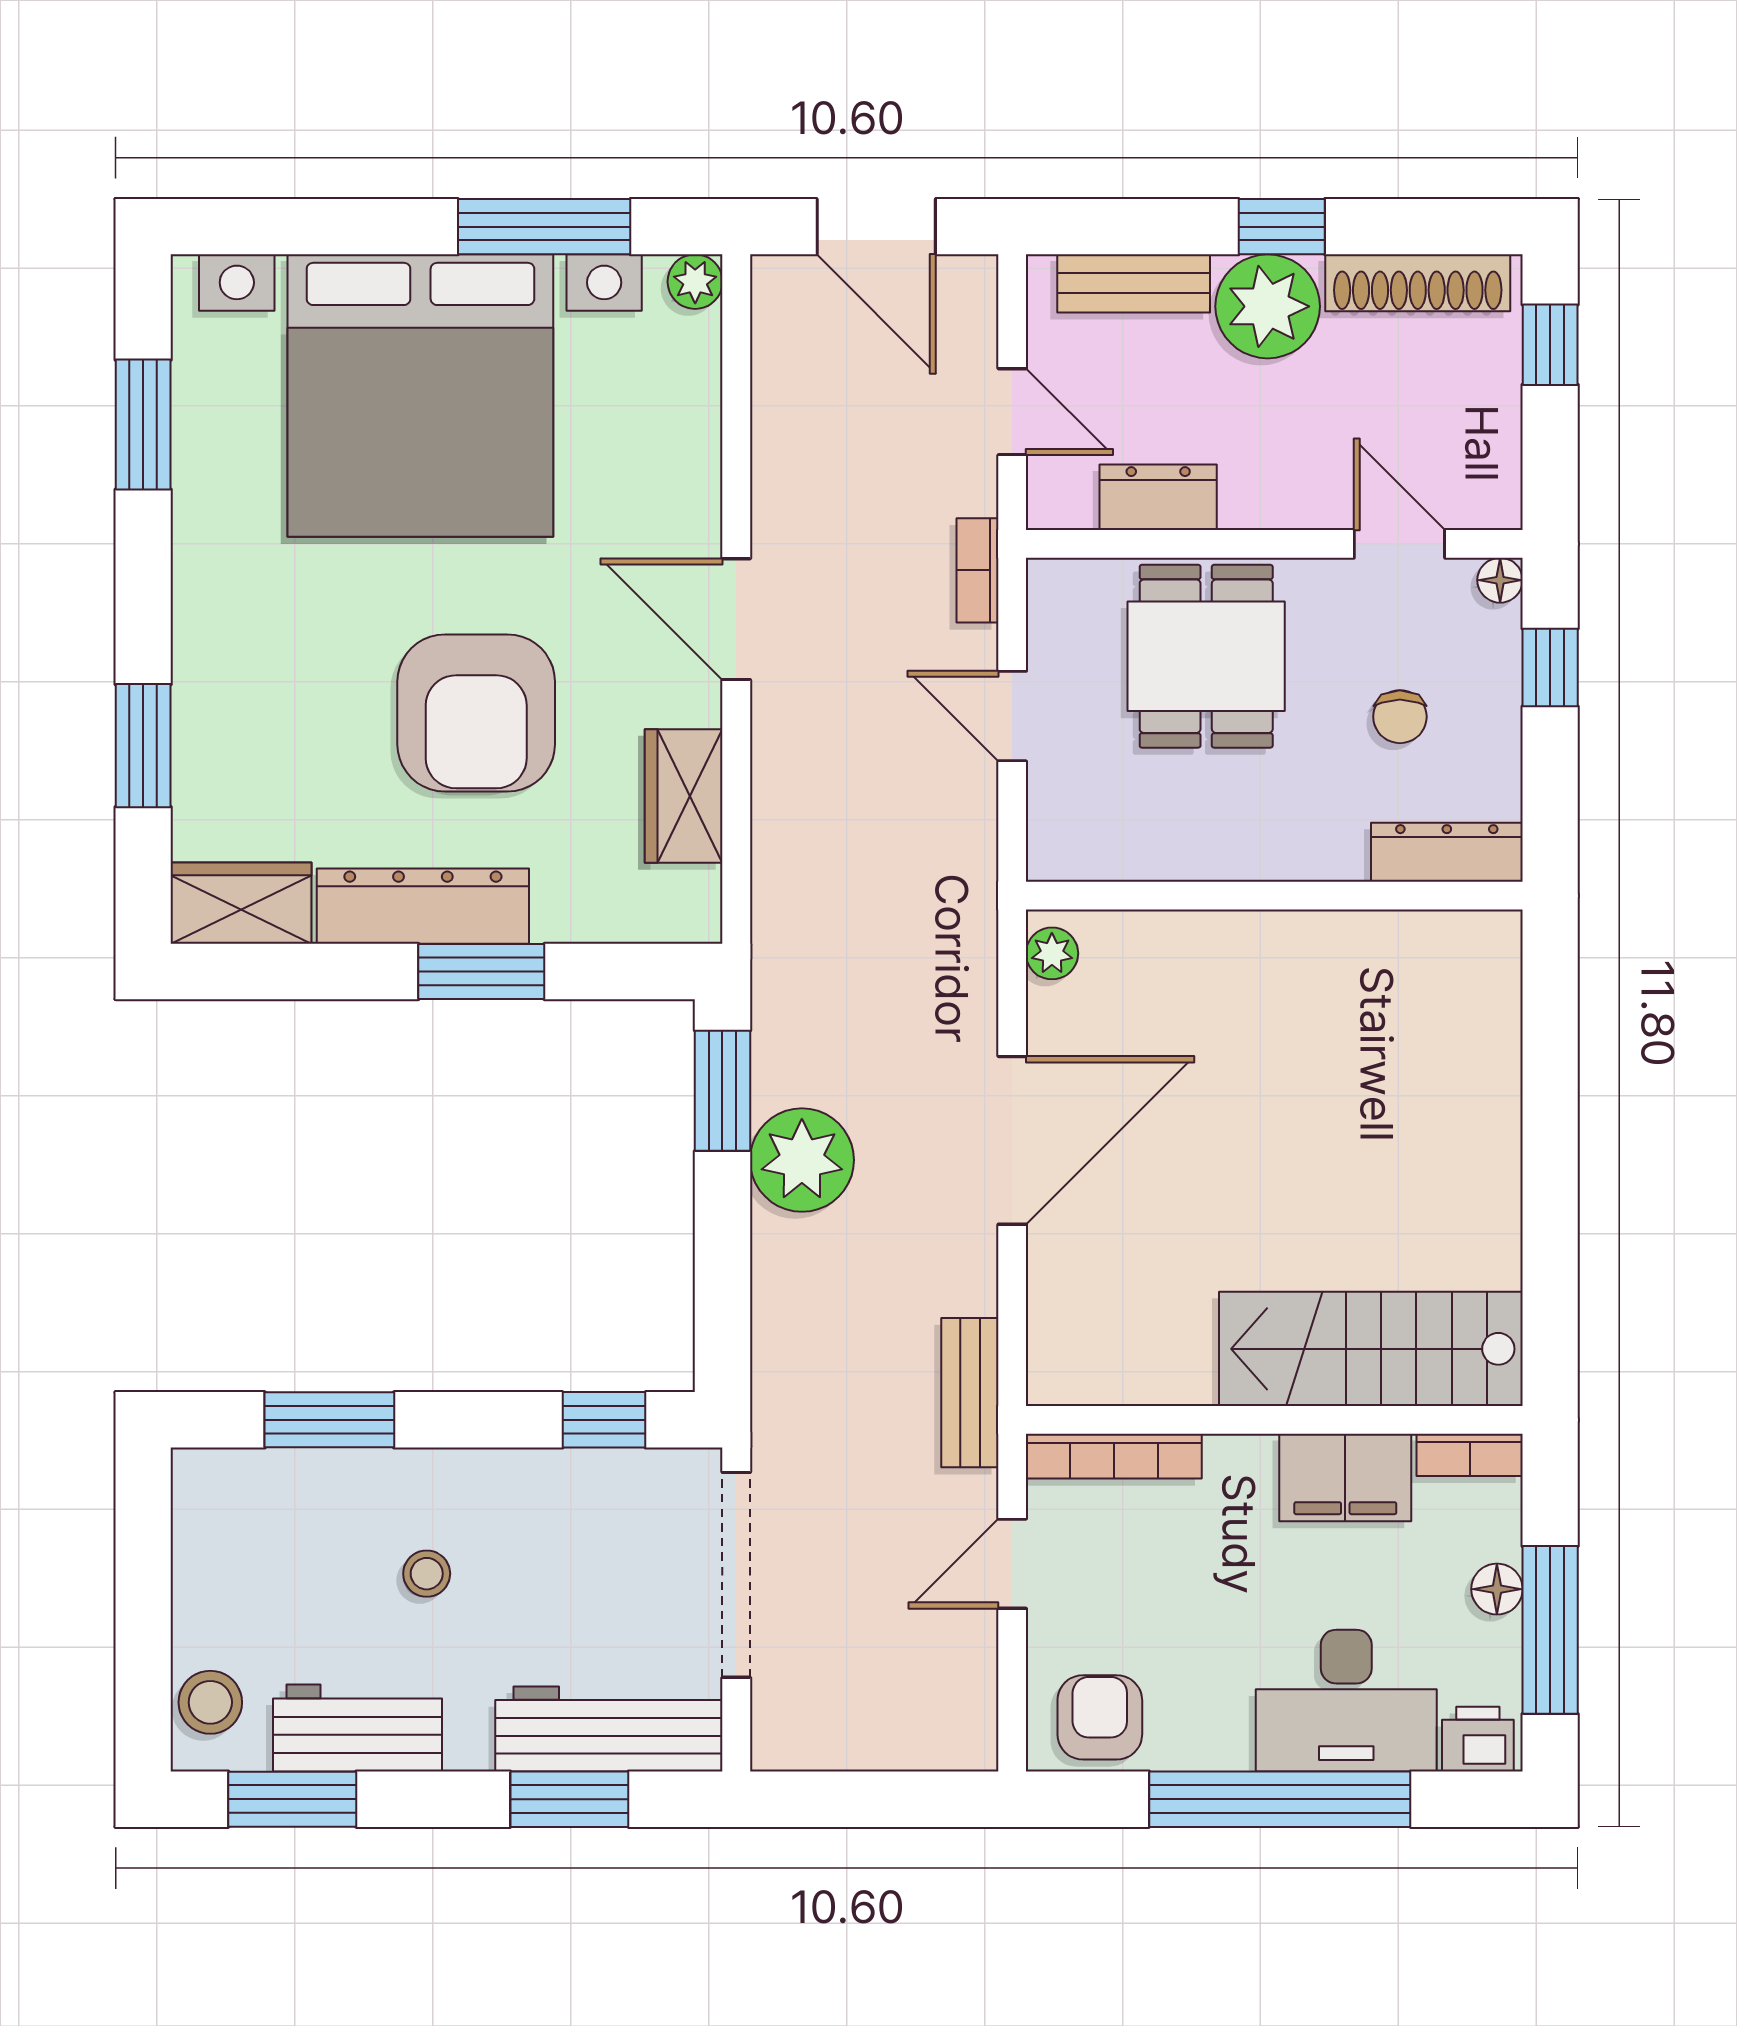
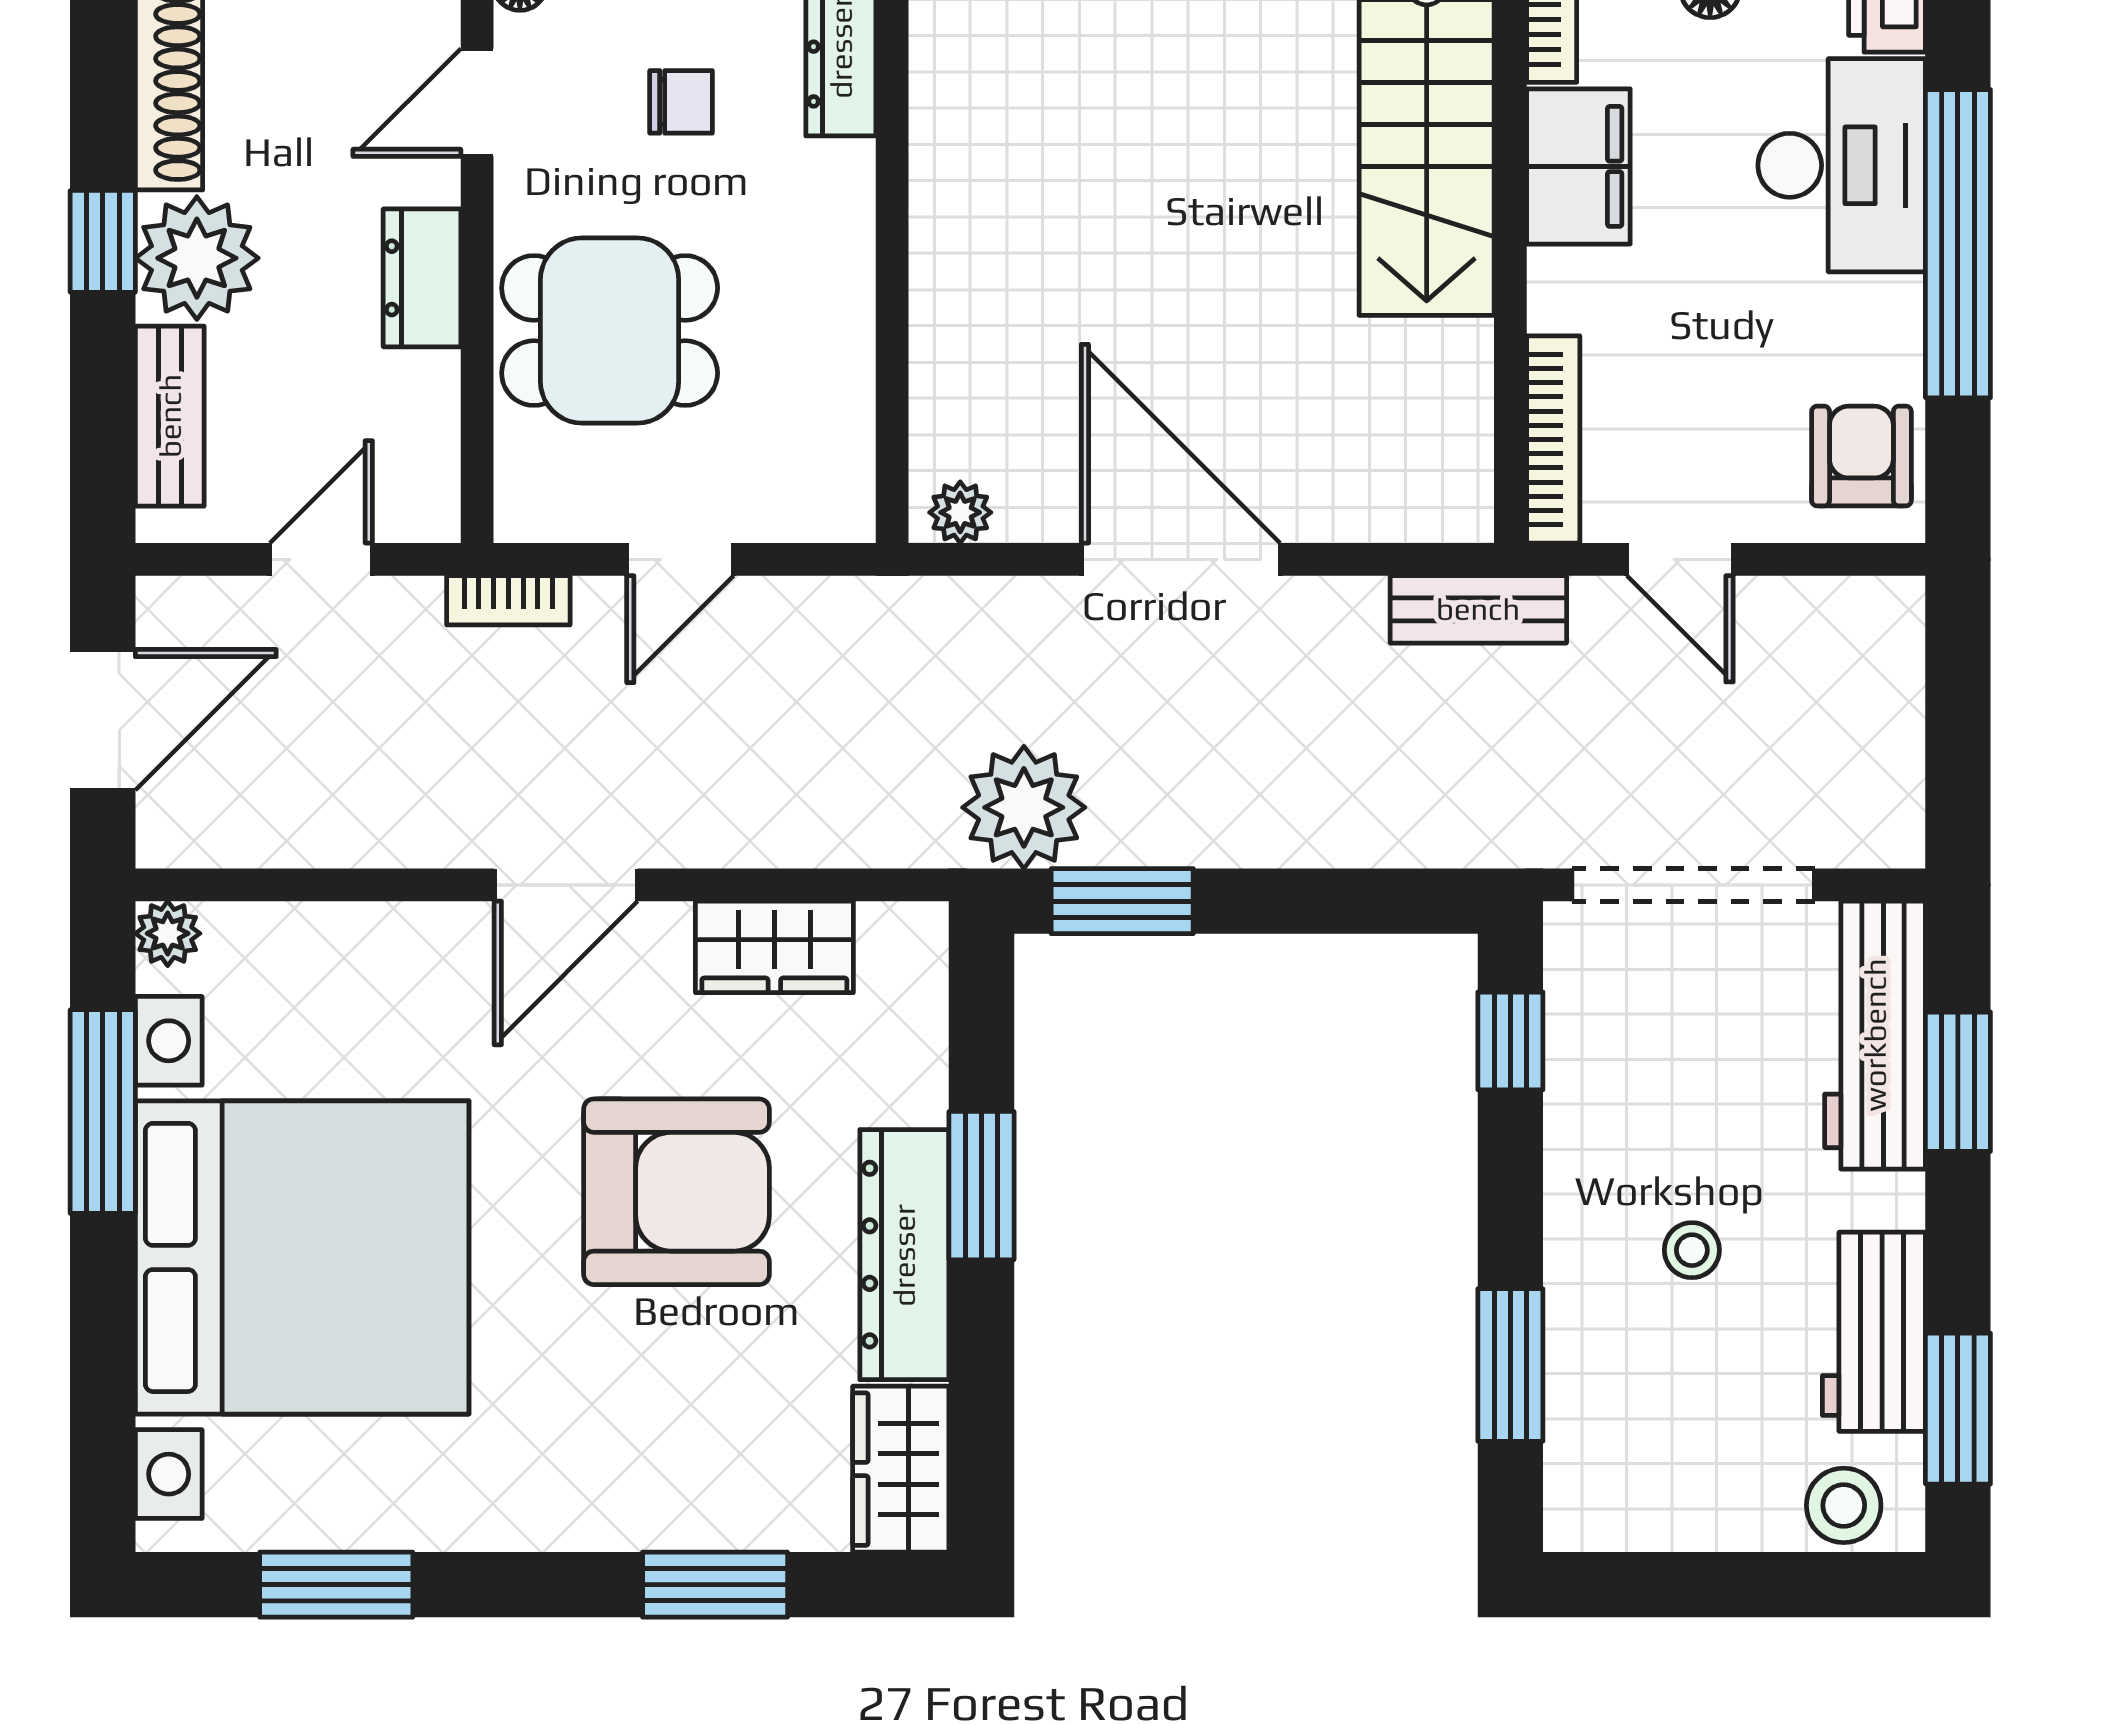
dresser: (1158, 497) -> (422, 278), moved
plant: (802, 1160) -> (1024, 807), moved
armchair: (1100, 1717) -> (1861, 456), turned 90

